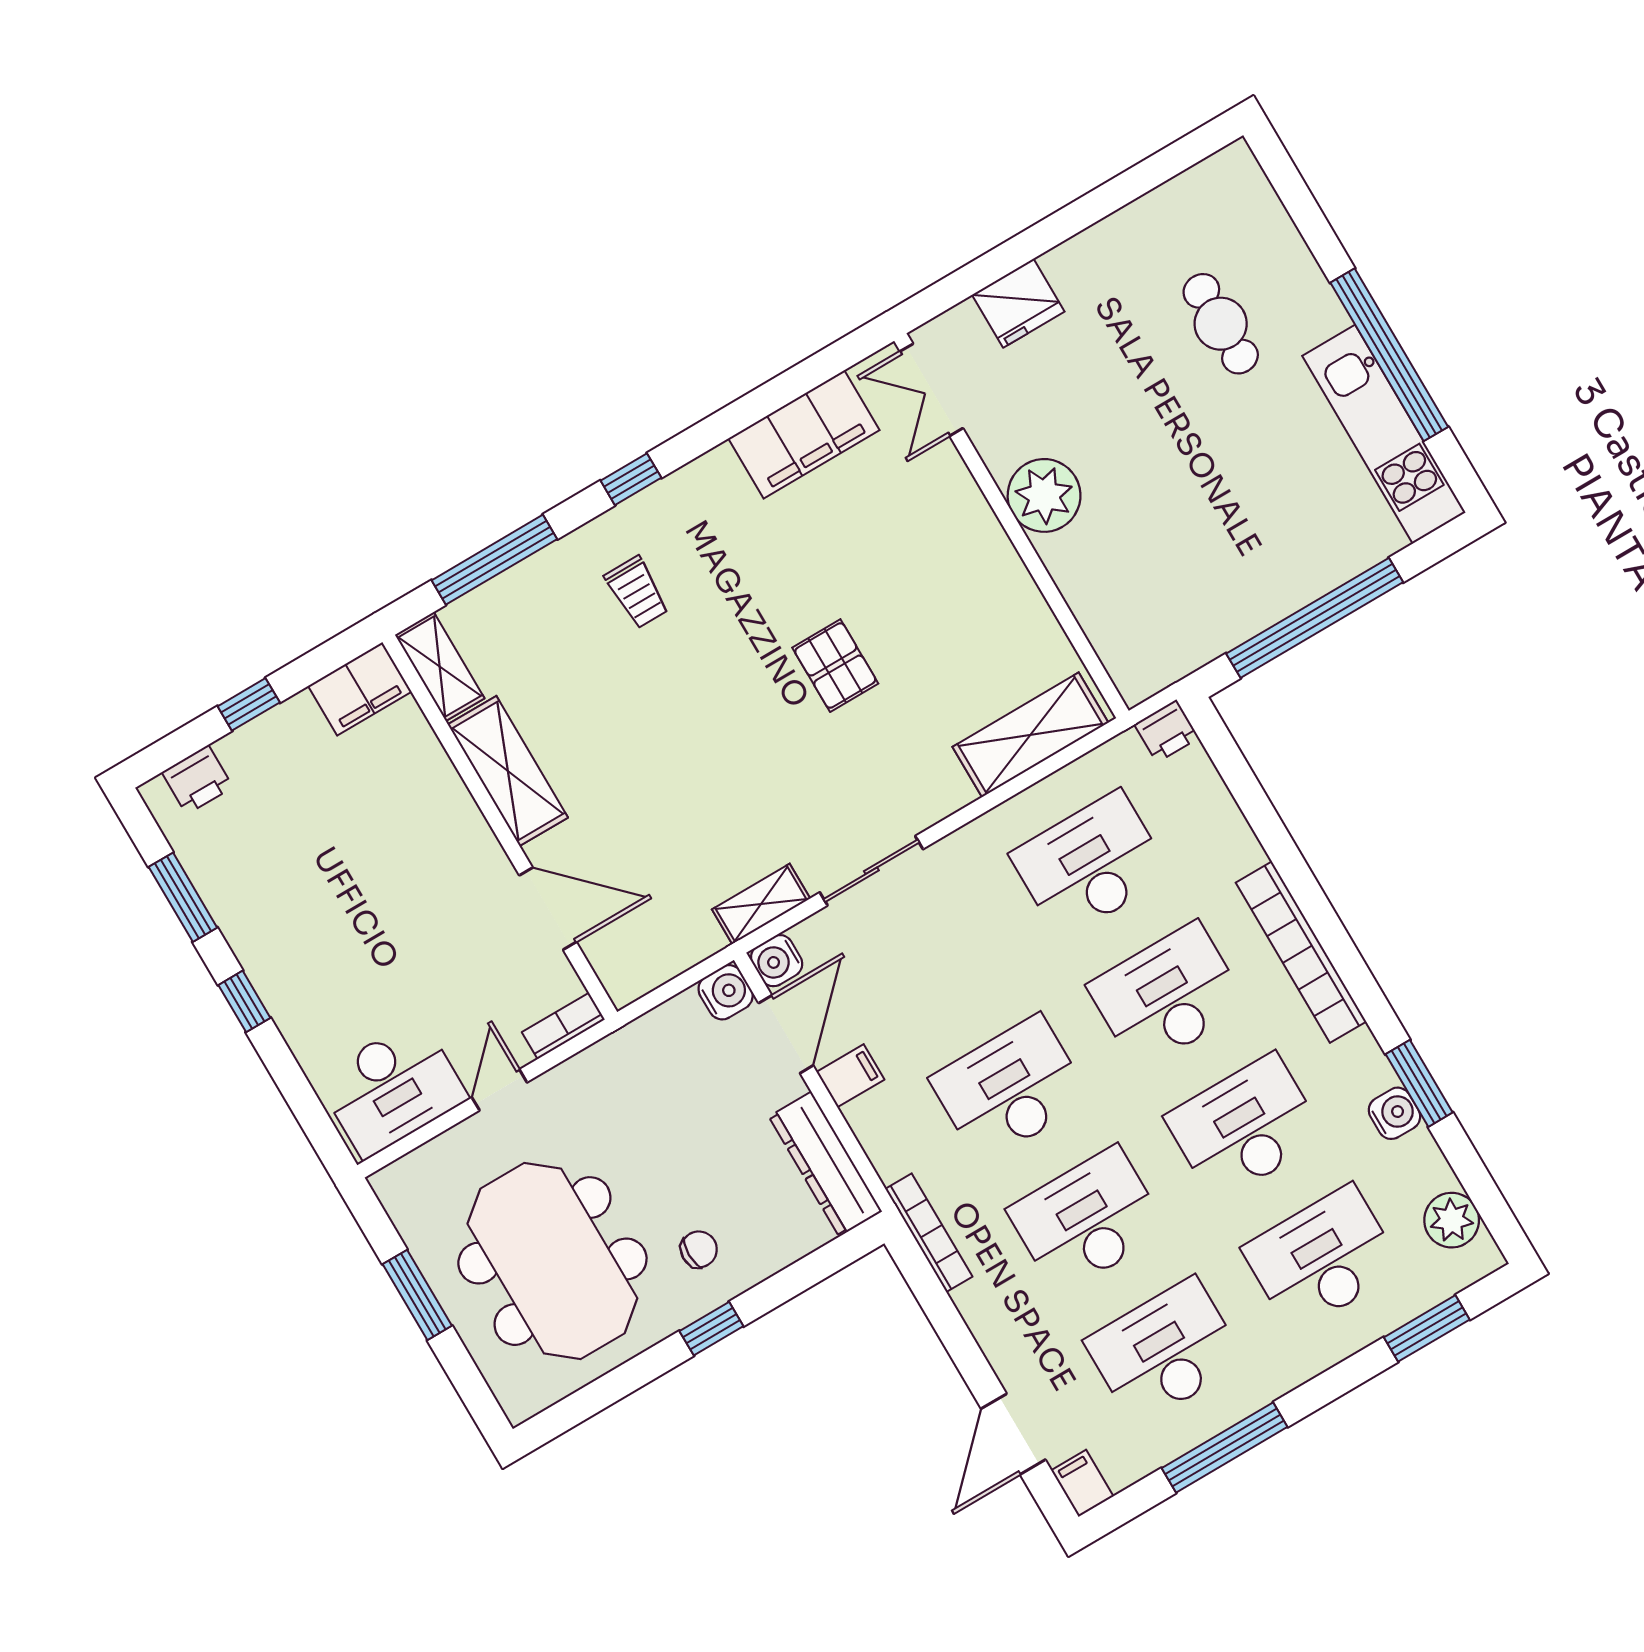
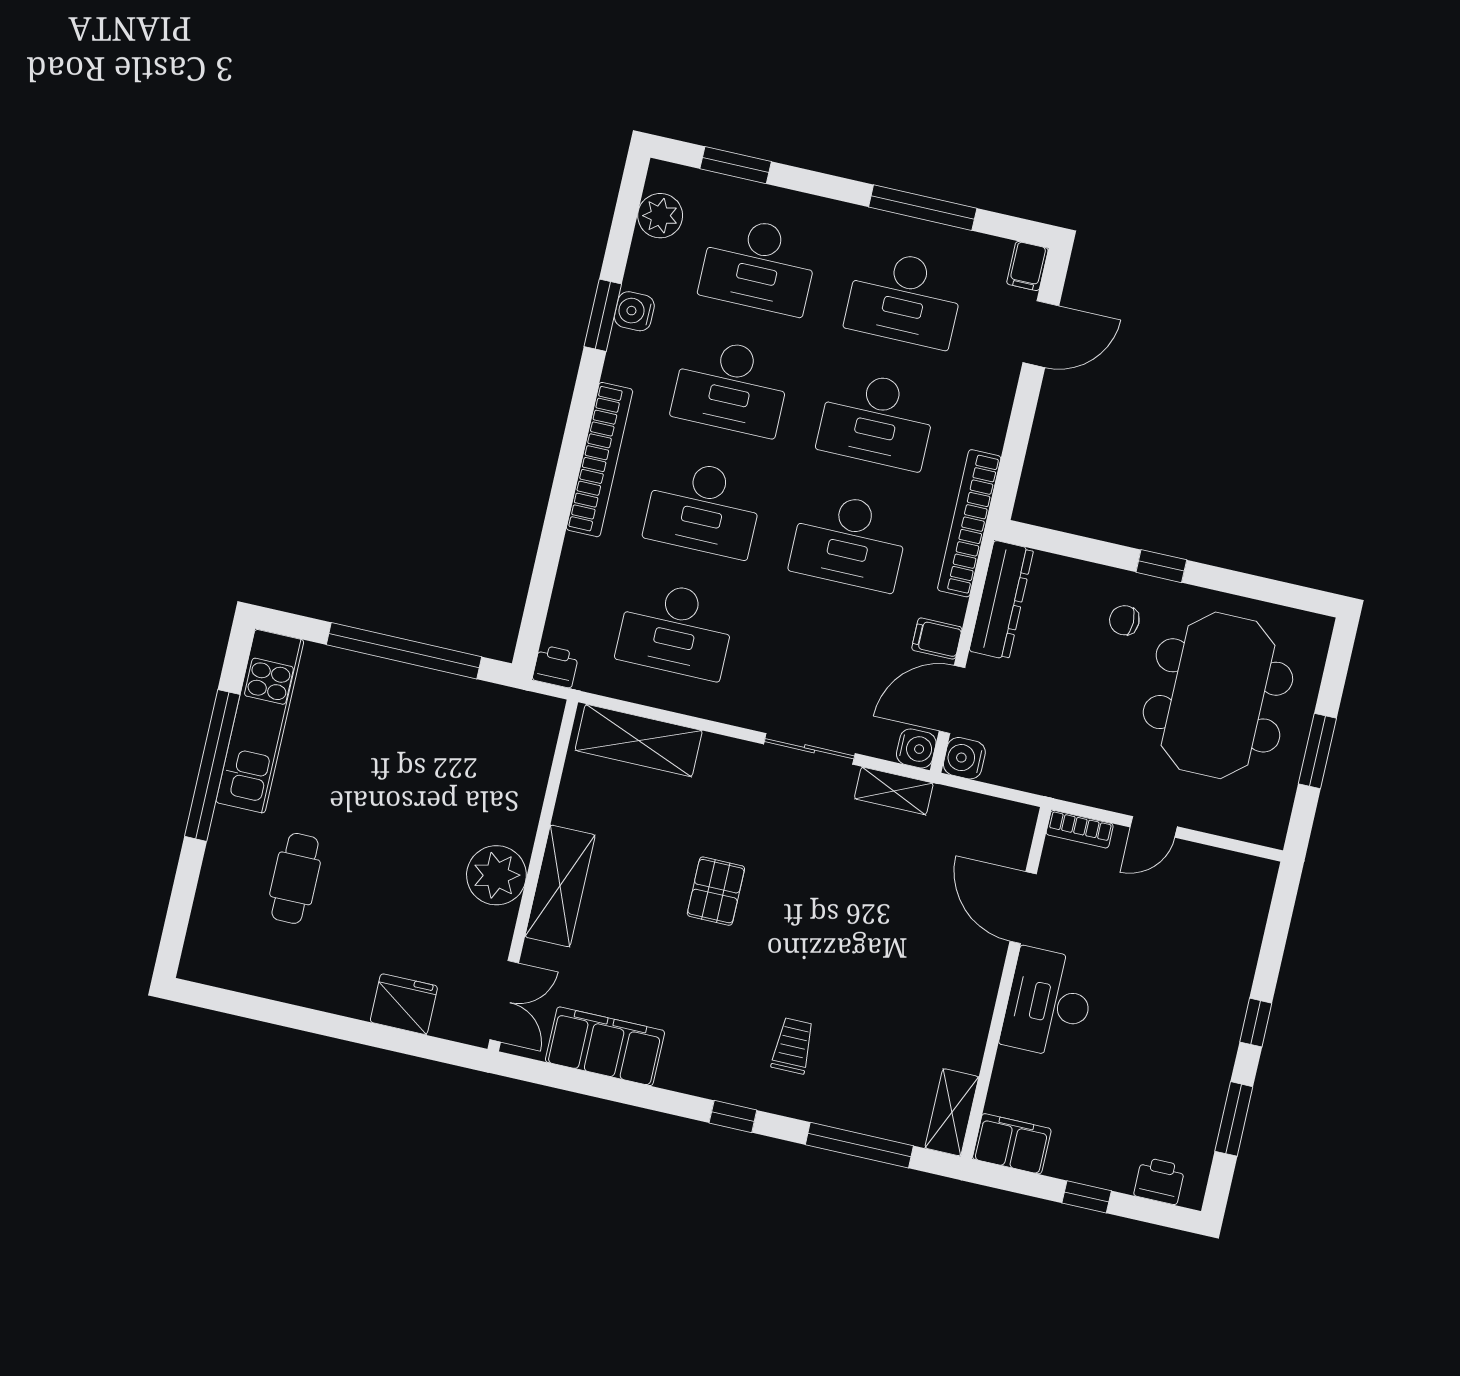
shelving: (508, 771) -> (560, 886), moved
desk: (392, 1088) -> (1049, 1003), moved, turned -90
bookcase: (929, 1233) -> (969, 523), width x1.48, depth x1.31

